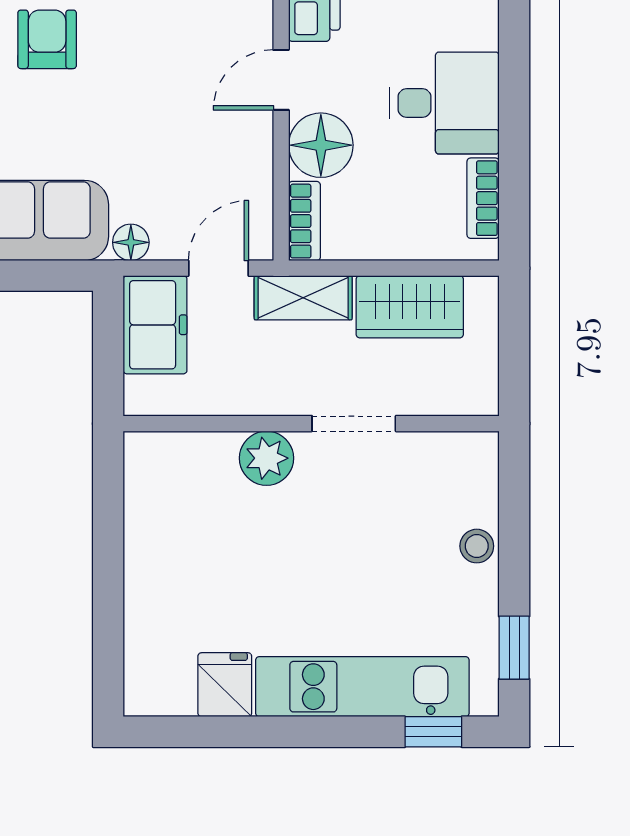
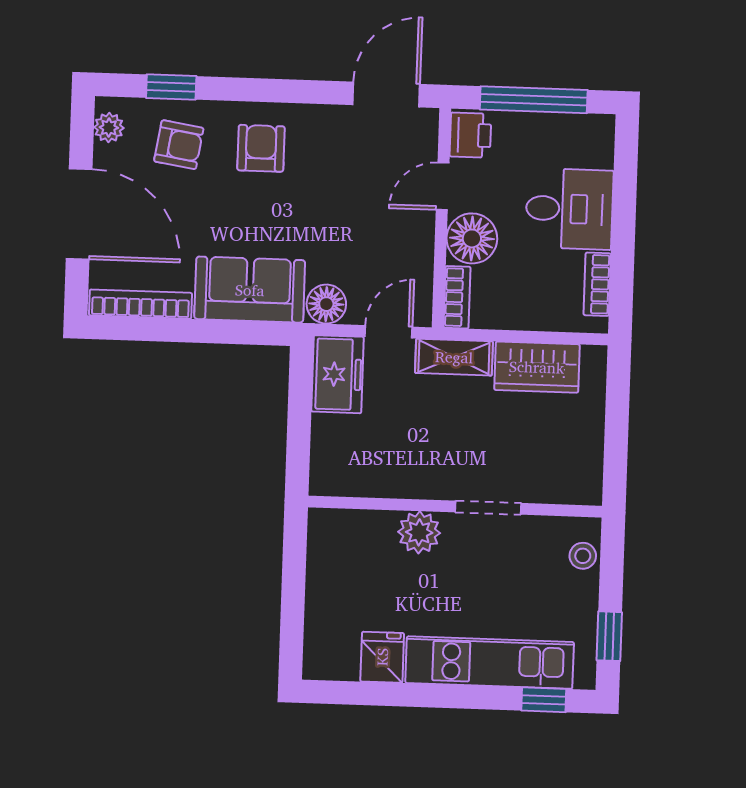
floor lamp: (131, 242) -> (326, 304), width x1.37, depth x1.37
wall: (311, 424) -> (455, 507), moved
doorway: (354, 424) -> (488, 508), moved
plant: (267, 458) -> (419, 532), moved

